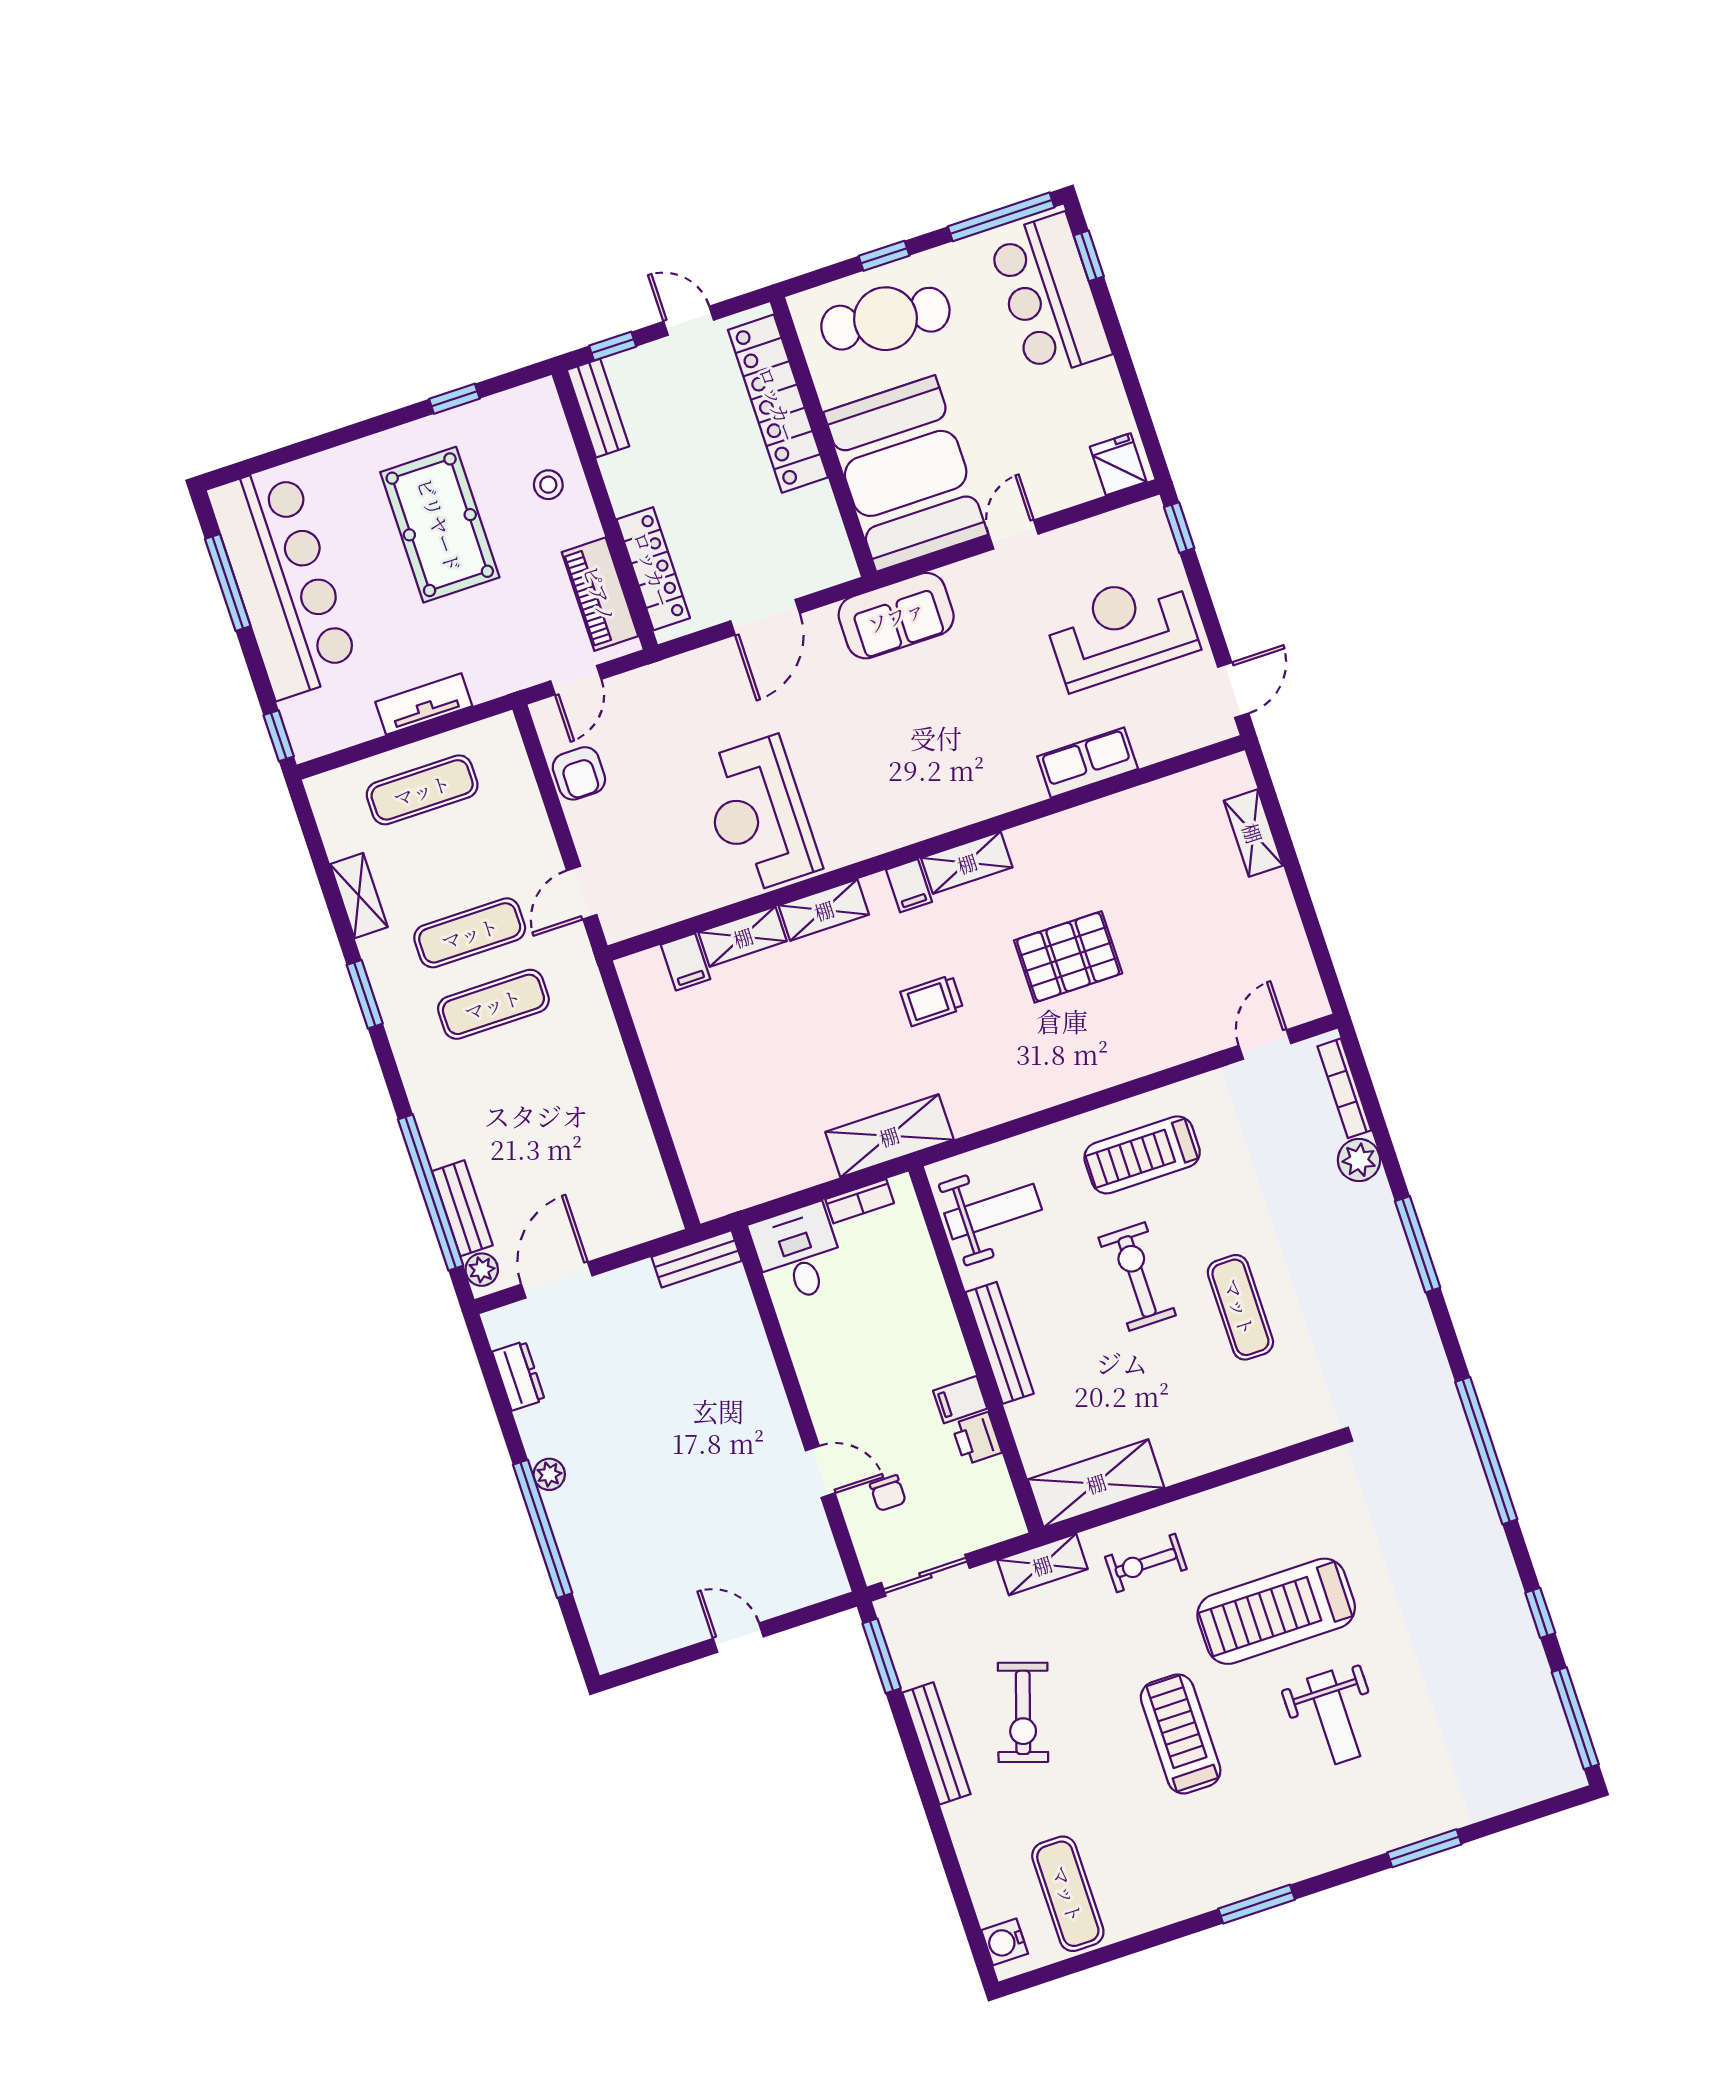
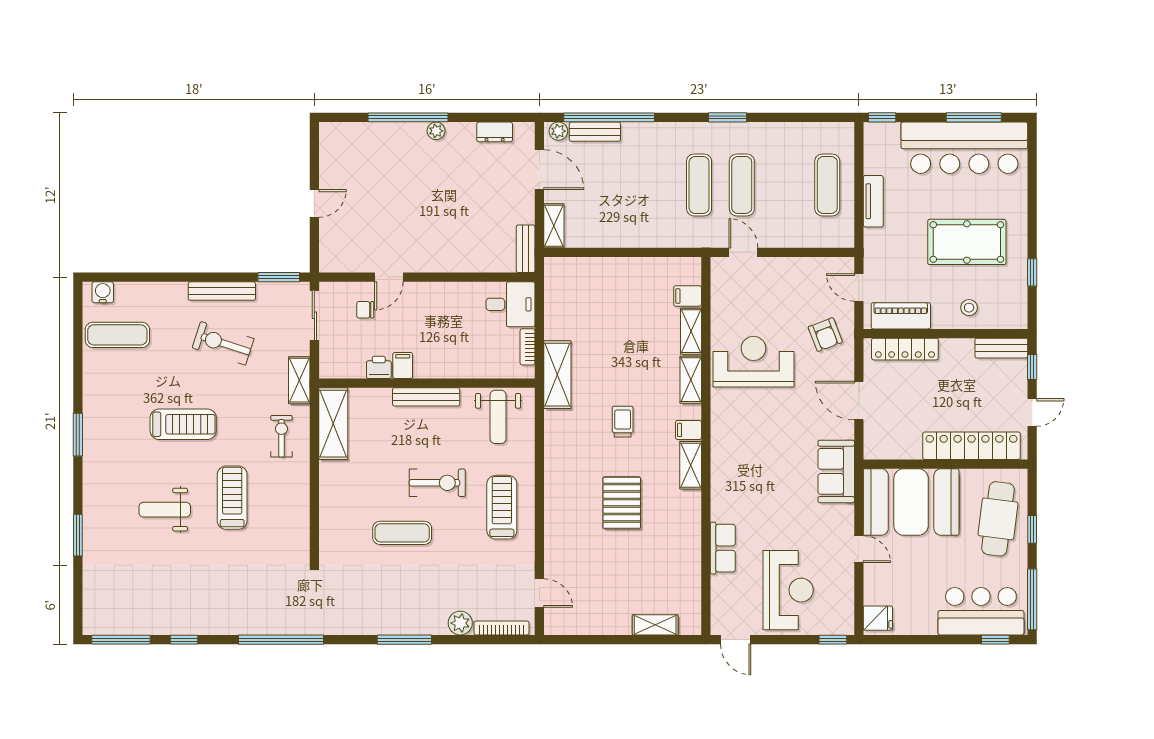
armchair: (579, 773) -> (825, 335), moved, turned -111
shelving: (359, 896) -> (554, 226), moved, turned 90
treadmill: (1276, 1611) -> (232, 498), width x0.73, depth x0.73

